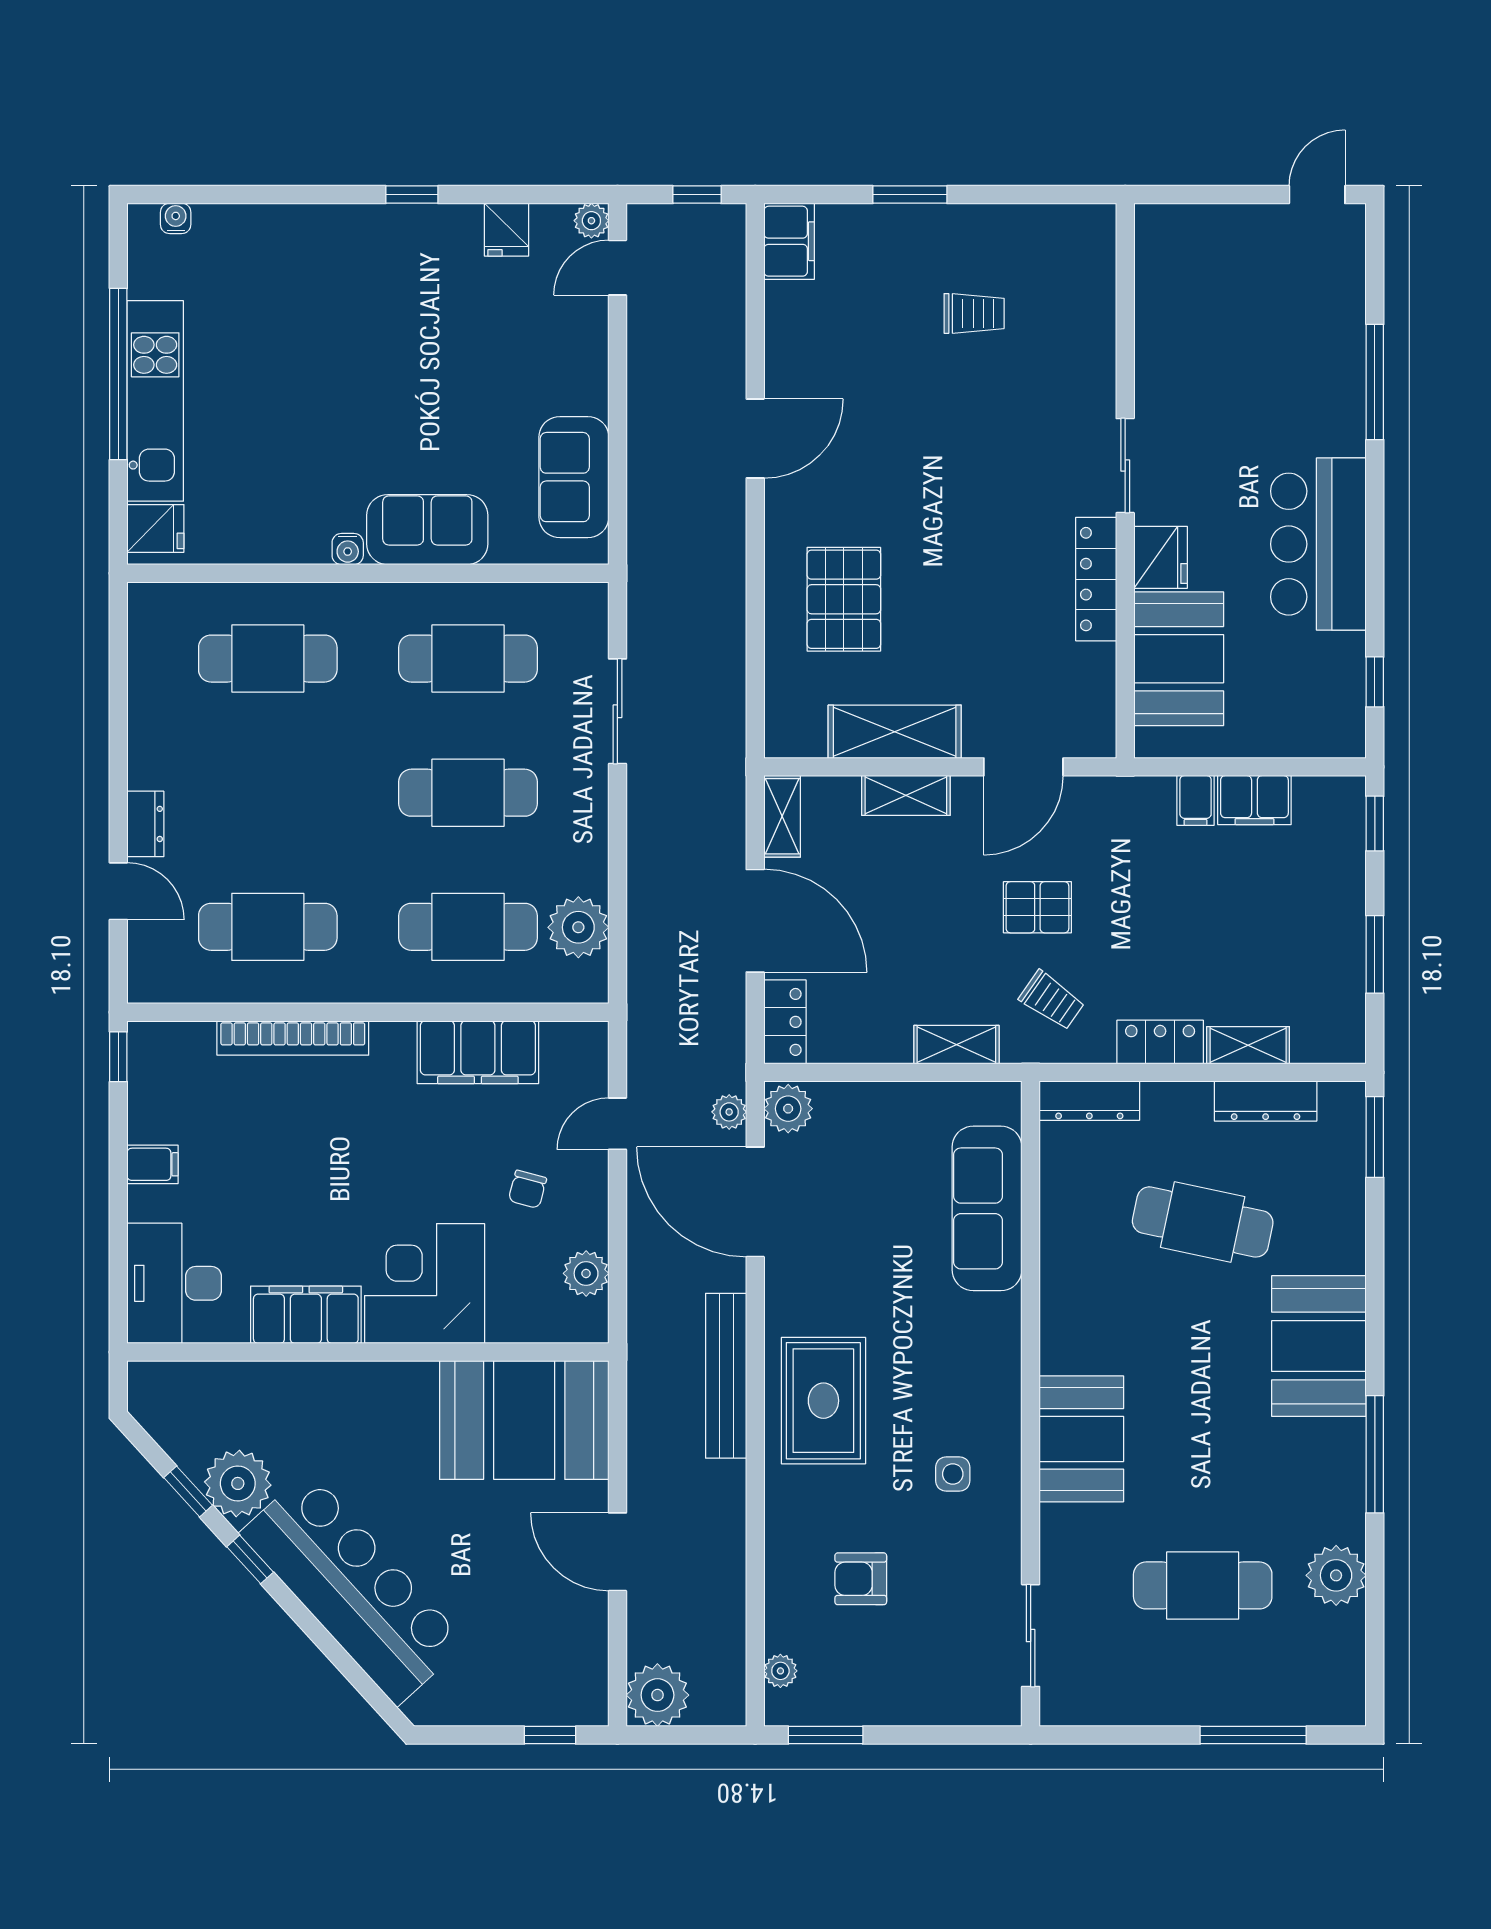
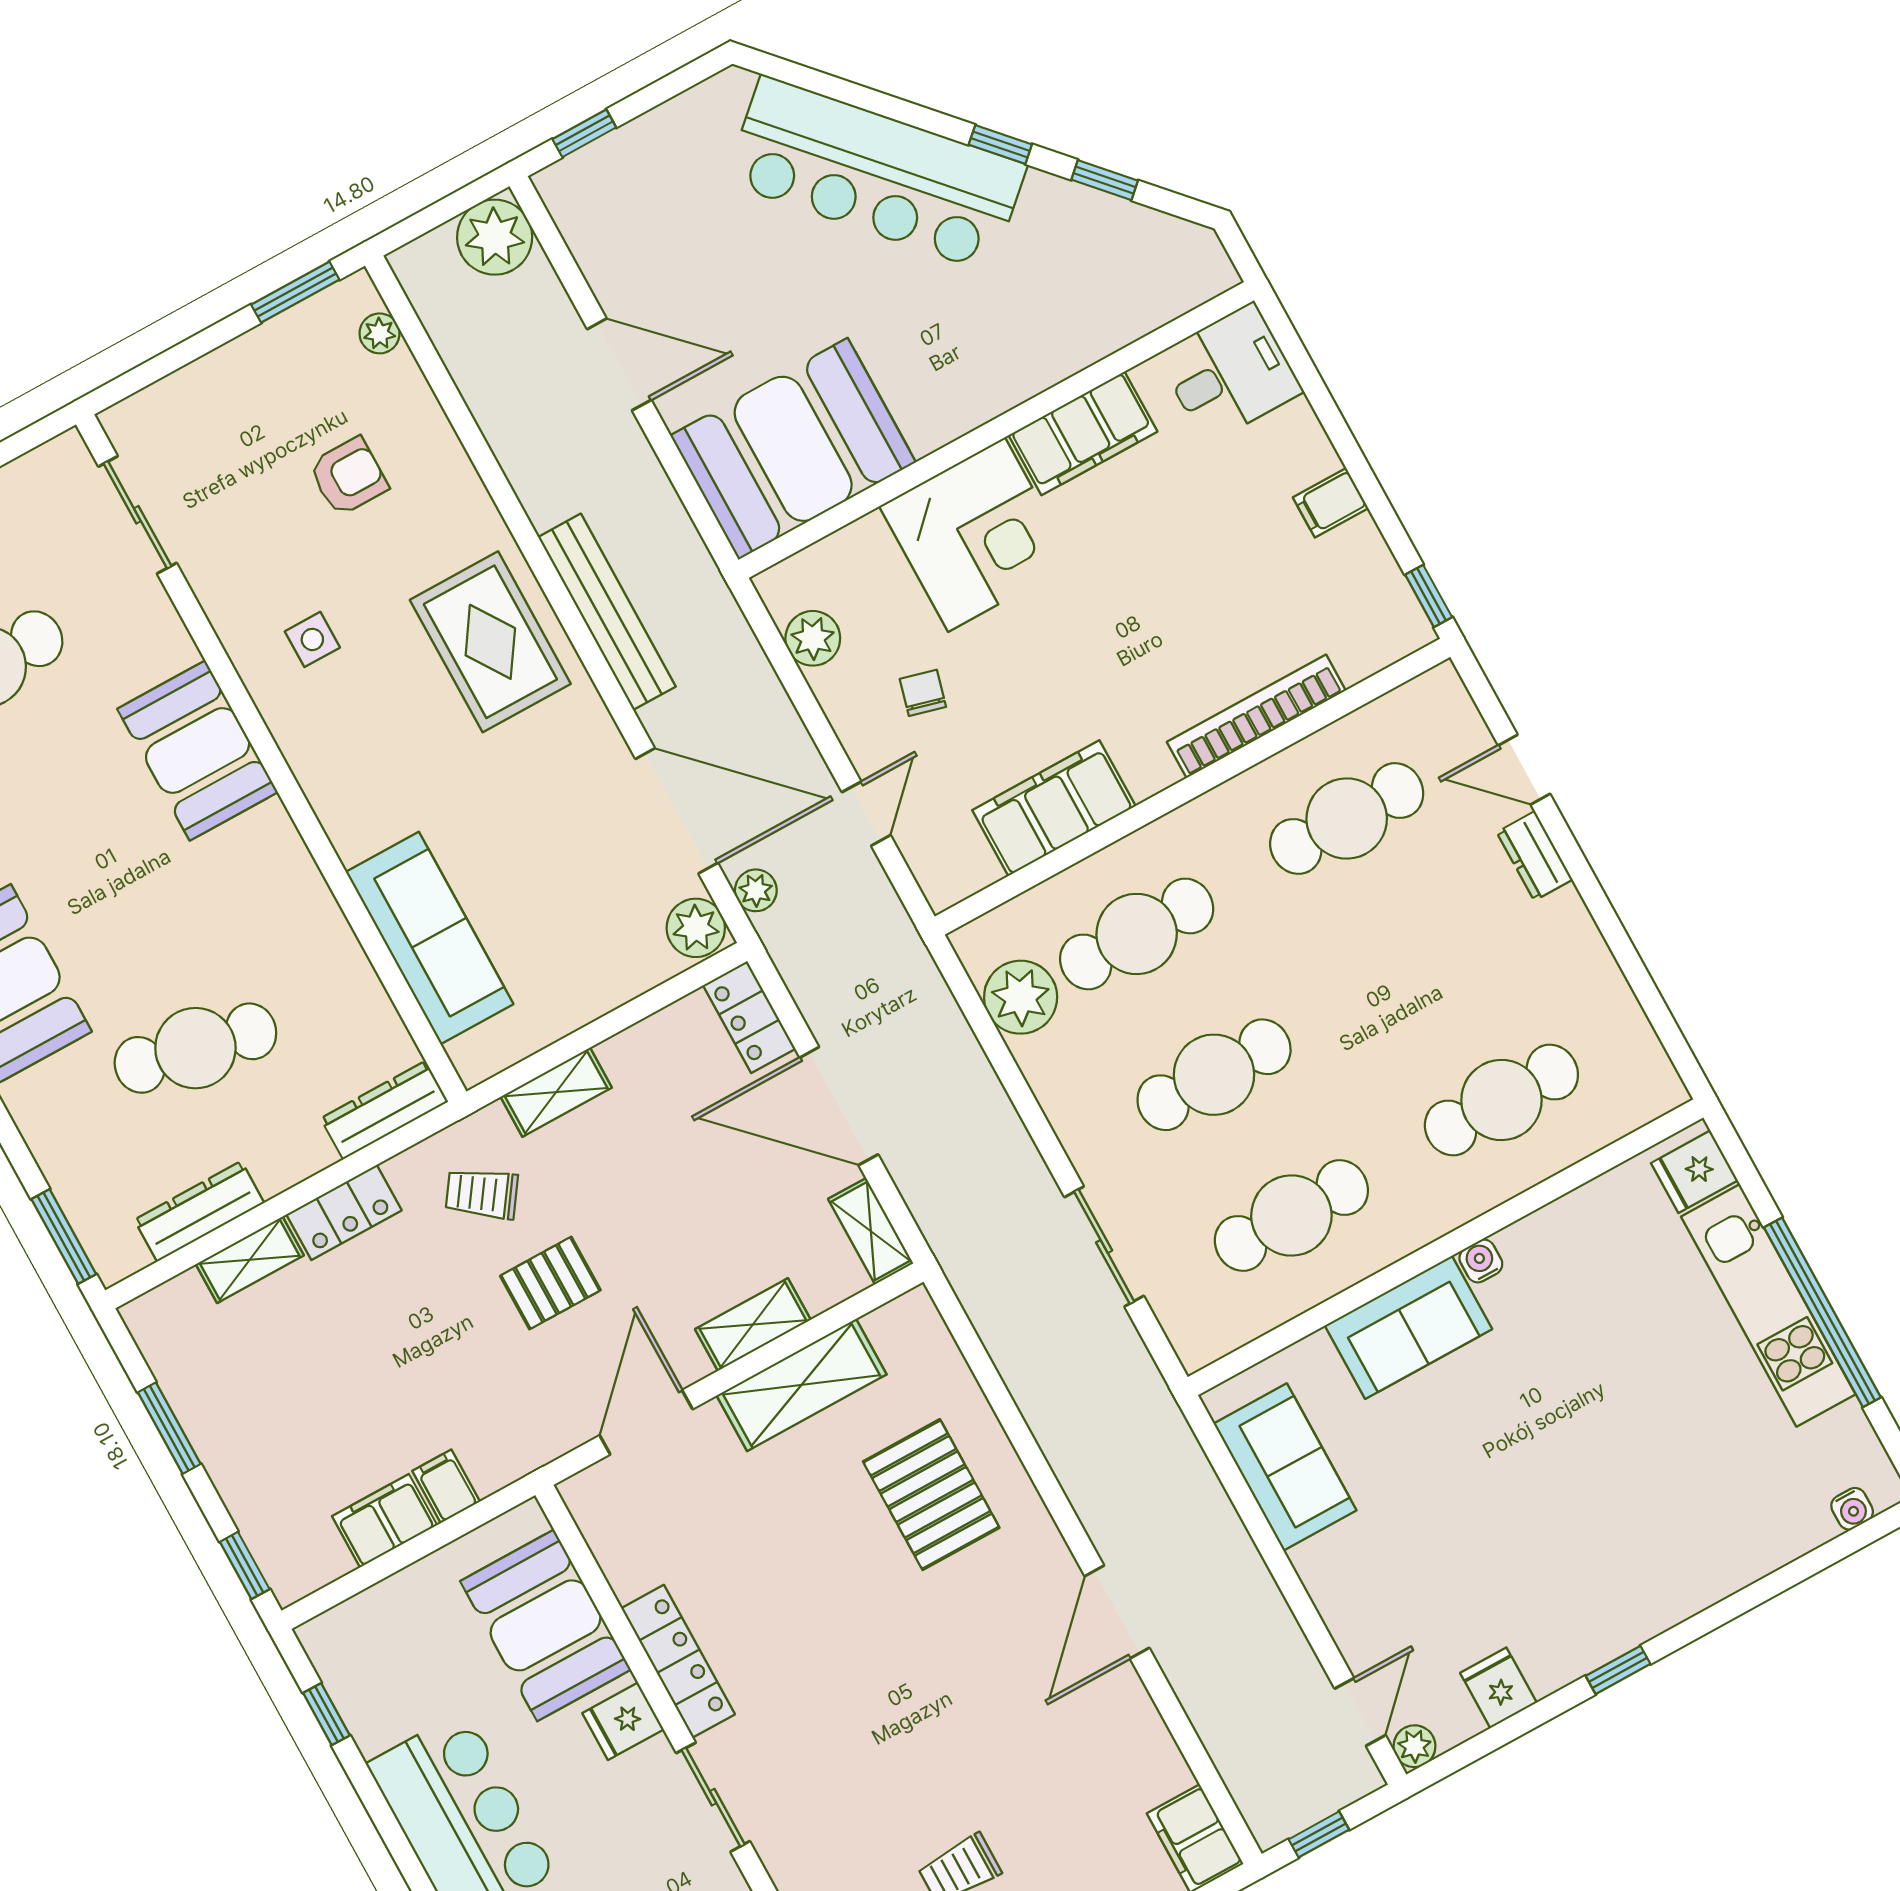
fridge: (1161, 557) -> (623, 1721), width x0.72
desk: (174, 1283) -> (1230, 373), width x0.73
plant: (238, 1483) -> (1057, 217), removed

